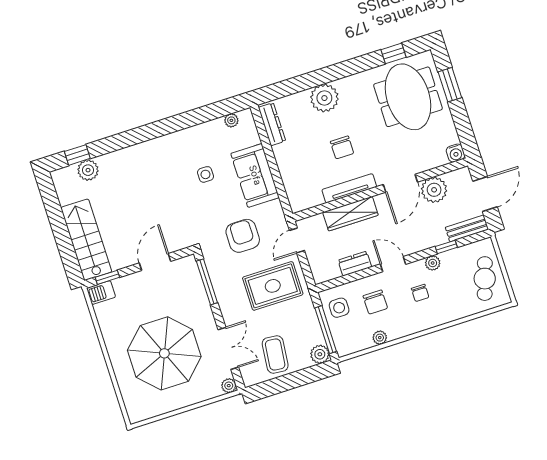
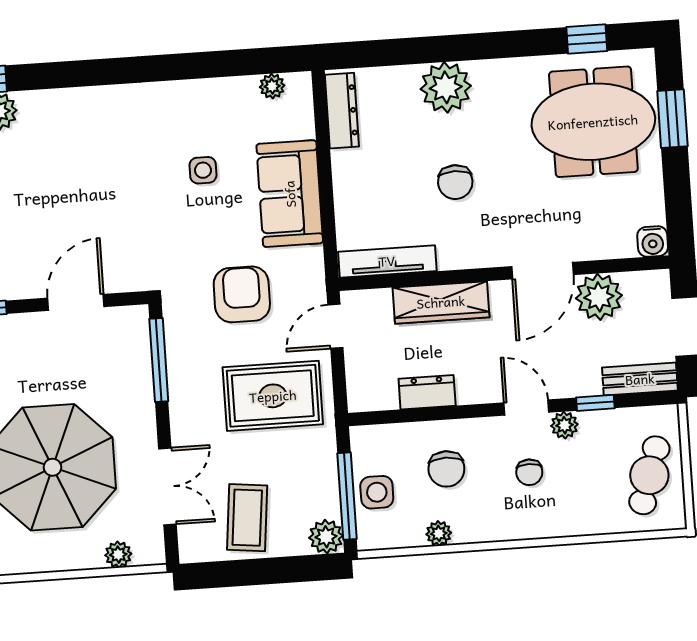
meeting table: (408, 97) -> (593, 122), turned 90
tv unit: (349, 188) -> (387, 261), moved
door: (393, 264) -> (526, 408), moved
side table: (339, 308) -> (377, 492), moved
plant: (229, 386) -> (118, 555), moved

